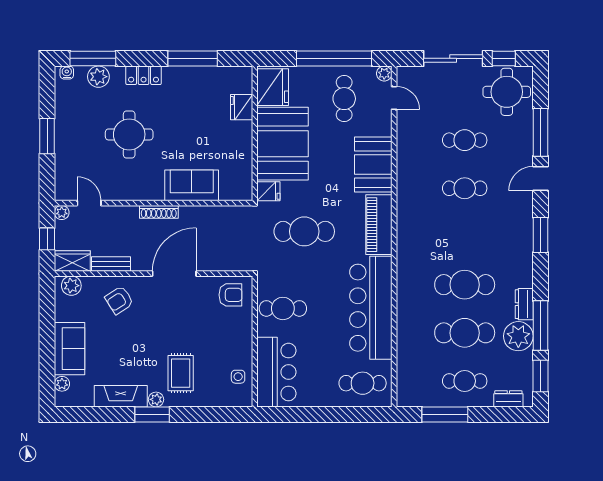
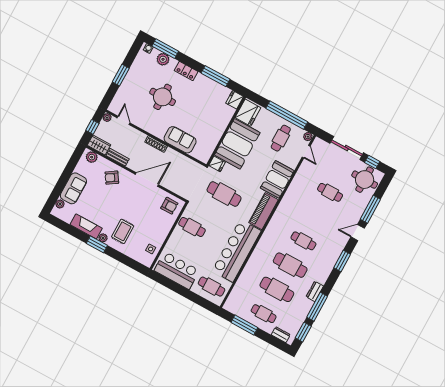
fridge: (242, 107) -> (235, 100), moved
cafe table: (465, 188) -> (303, 241), moved
plant: (518, 336) -> (303, 306), removed
bar counter: (276, 372) -> (177, 270), moved, turned -90

